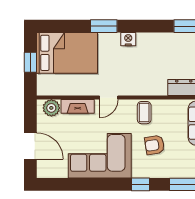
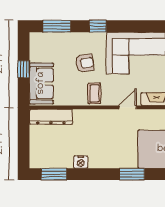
nightstand: (128, 39) -> (81, 162), moved

